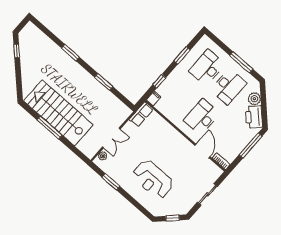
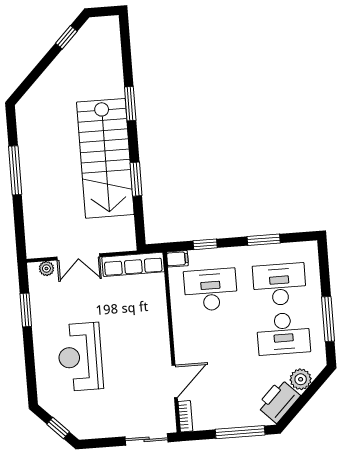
stairs: (58, 113) -> (105, 158), moved, turned 180
row of seats: (141, 115) -> (133, 264), width x1.48
desk: (202, 117) -> (211, 290), moved
sliding door: (207, 194) -> (147, 439), moved

